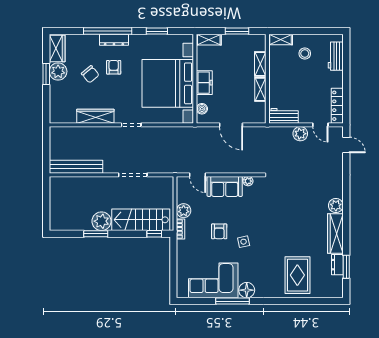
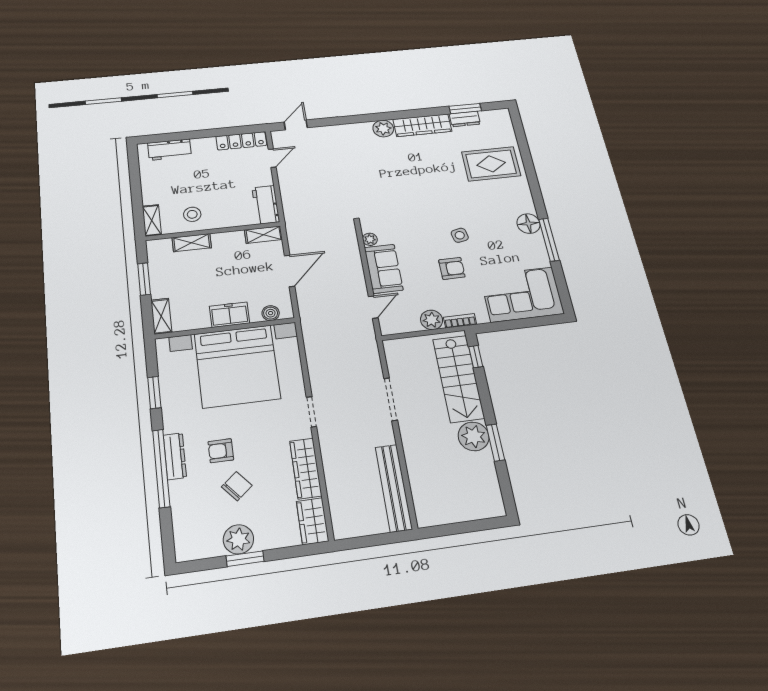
wardrobe: (57, 48) -> (313, 521), moved, turned -90
stool: (305, 54) -> (192, 214), moved
shelving: (260, 89) -> (263, 235), moved
plant: (300, 134) -> (289, 181), removed
corner sofa: (213, 280) -> (522, 294), moved, turned 90

